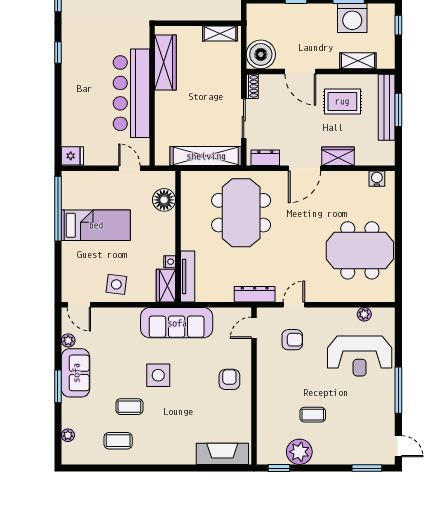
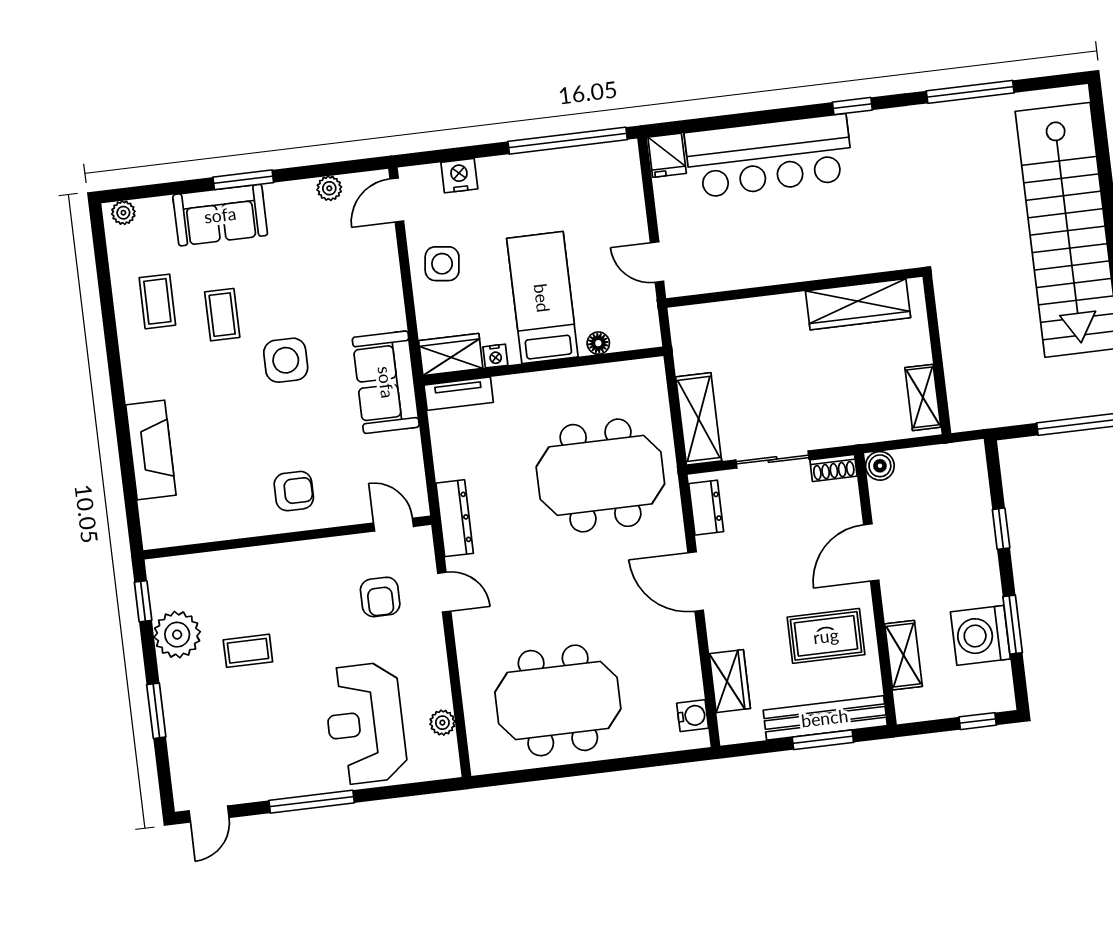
boiler: (261, 54) -> (880, 466), width x0.54, depth x0.54
bar counter: (131, 93) -> (769, 156), moved, turned 180
rug: (342, 101) -> (826, 636), turned 90
shelving: (206, 156) -> (699, 419), width x0.68
wardrobe: (338, 156) -> (730, 681), moved
door: (129, 168) -> (657, 262), swing flipped
floor lamp: (164, 200) -> (598, 343), width x0.53, depth x0.53
bed: (96, 225) -> (542, 298), moved, turned 180
meeting table: (360, 250) -> (558, 700), turned 90
nightstand: (70, 269) -> (459, 176), added
tv unit: (188, 277) -> (459, 394), width x0.71
sofa: (177, 323) -> (386, 382), width x0.73
sofa: (76, 373) -> (220, 215), moved
coffee table: (313, 415) -> (248, 651), turned 90
plant: (68, 435) -> (123, 213), moved
fireplace: (222, 454) -> (151, 450), moved
window: (367, 468) -> (156, 711), moved

